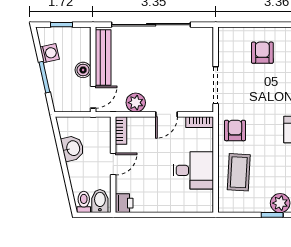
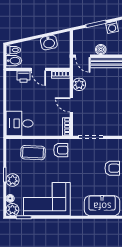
desk: (193, 170) -> (20, 123), moved, turned 90
printer: (124, 203) -> (24, 77), moved

